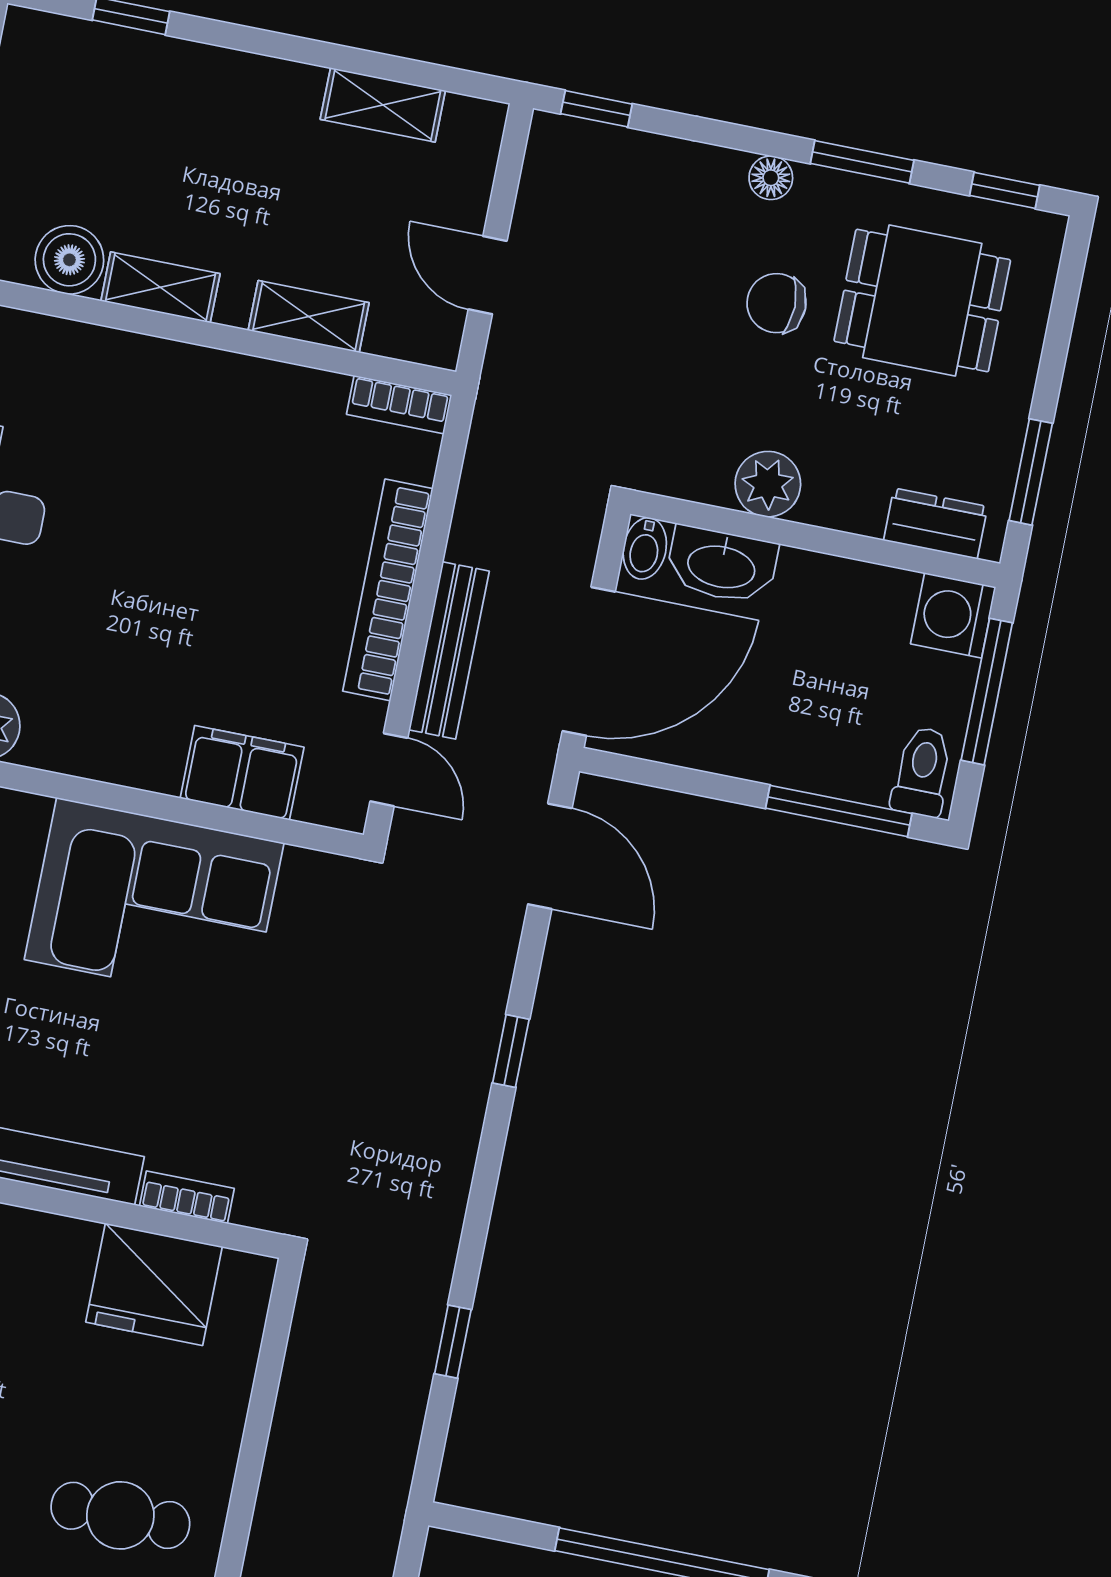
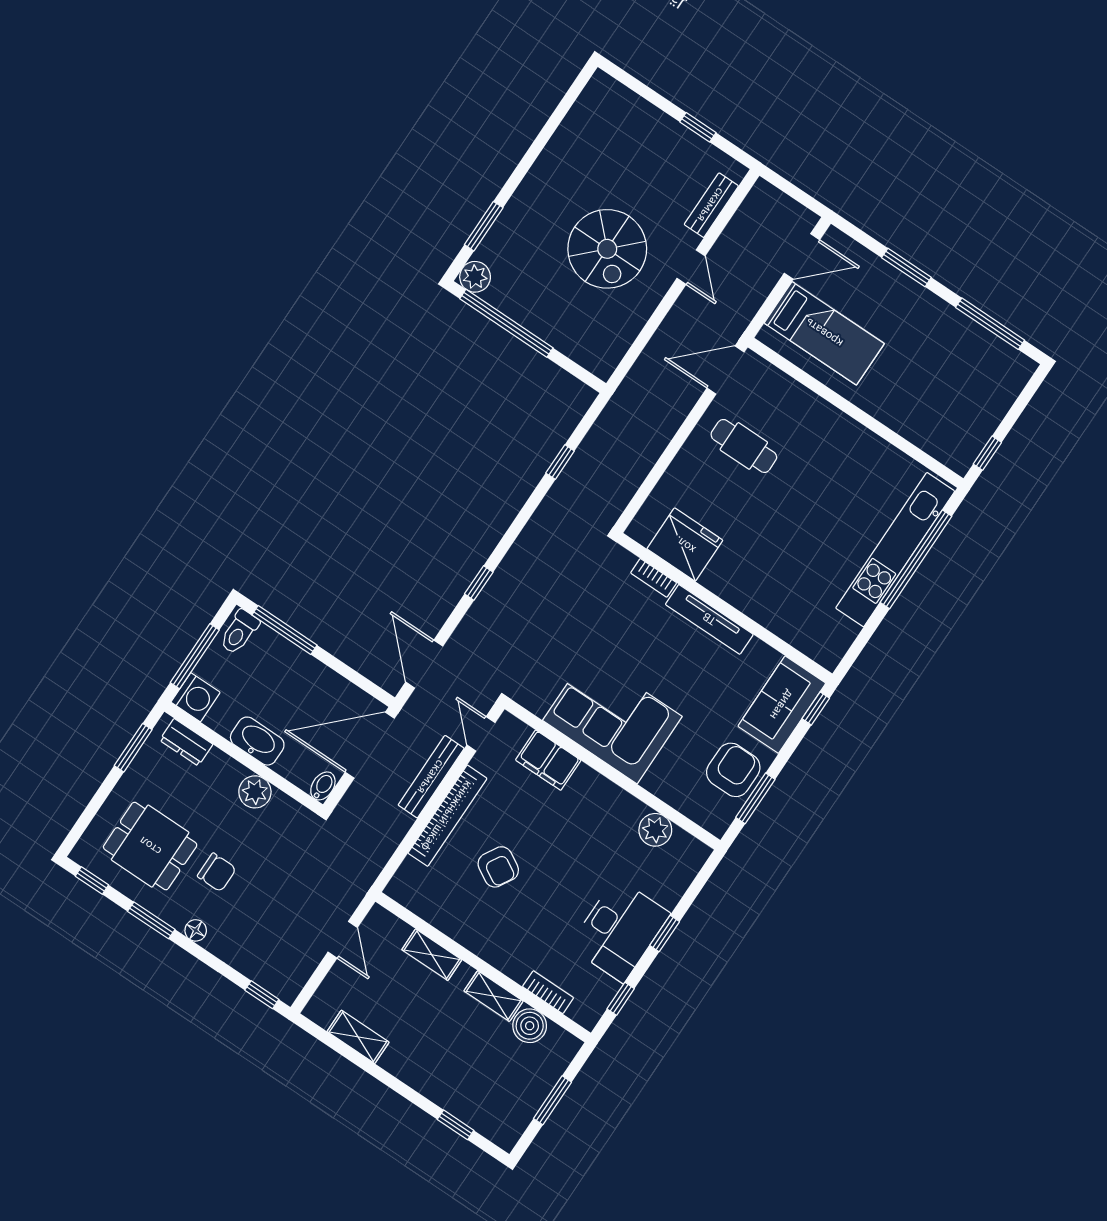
bookcase: (399, 405) -> (548, 992), moved
armchair: (252, 533) -> (498, 867), added
washbasin: (722, 565) -> (257, 741), moved

